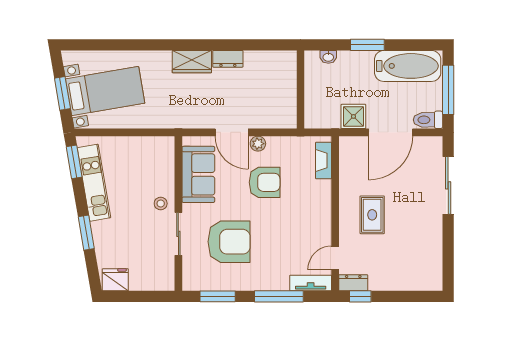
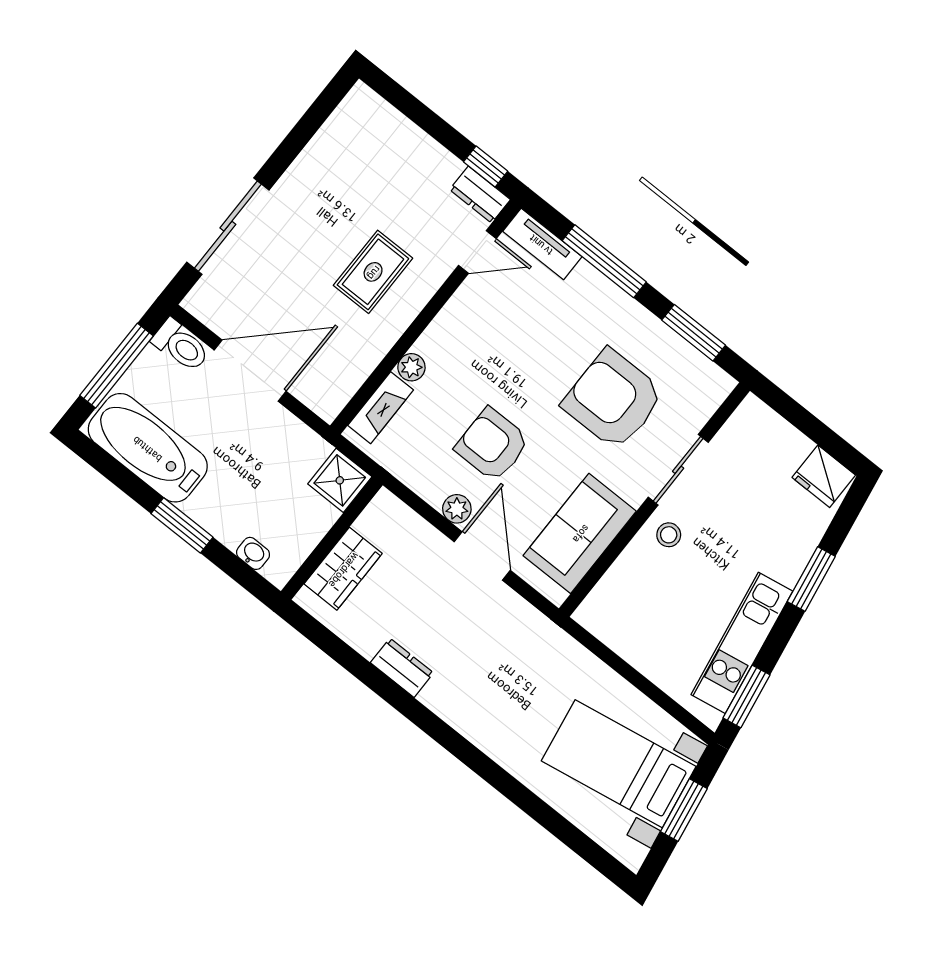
wardrobe: (192, 62) -> (343, 569), moved, turned 90
shower: (353, 116) -> (340, 480), moved
plant: (324, 188) -> (411, 367), added

